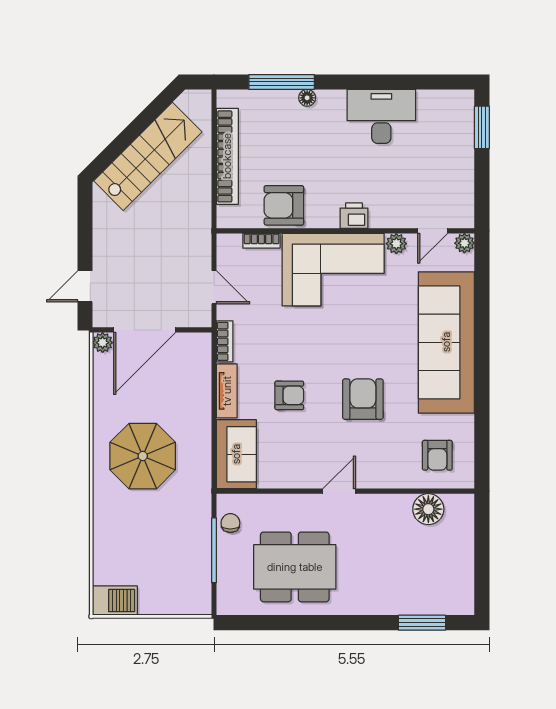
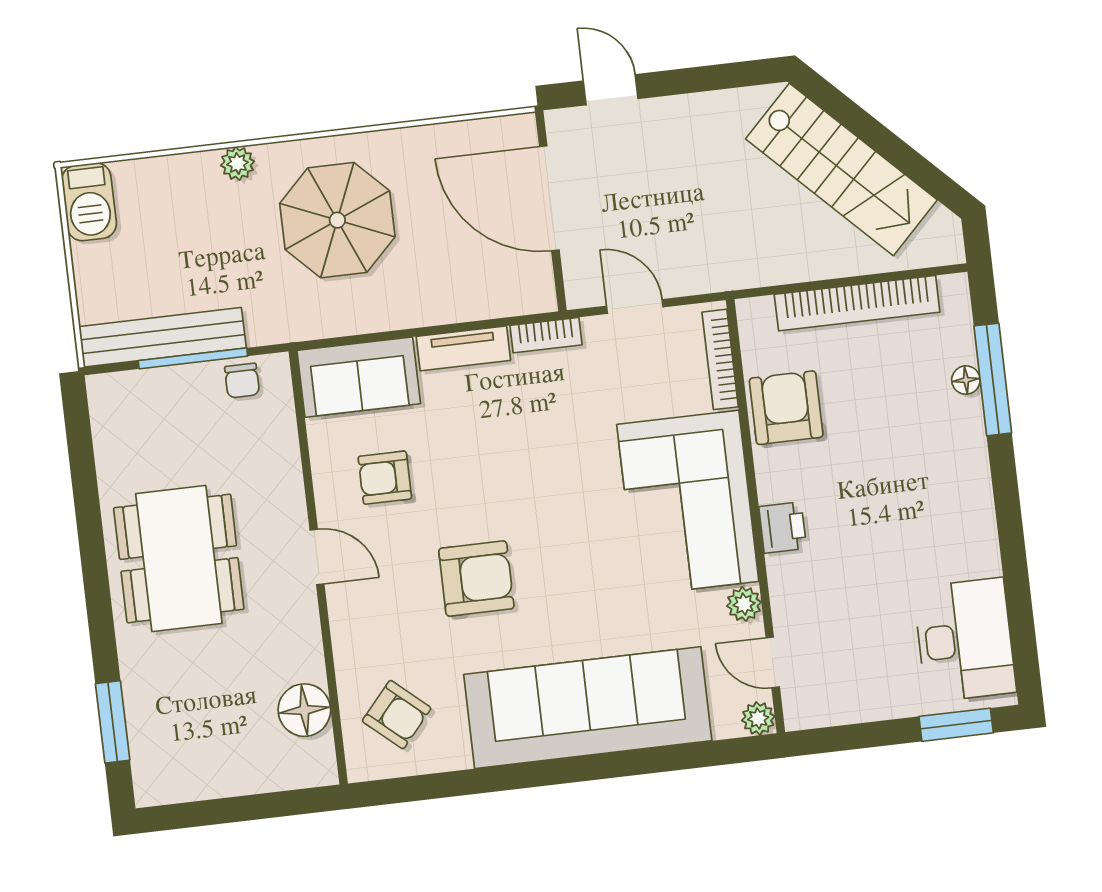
floor lamp: (307, 98) -> (966, 380), moved
desk: (381, 116) -> (965, 640), moved
bookcase: (261, 241) -> (720, 359), width x1.56
door: (214, 287) -> (635, 306), swing flipped
plant: (103, 343) -> (238, 163), moved
armchair: (289, 395) -> (385, 478), moved, turned 90
armchair: (437, 455) -> (397, 715), turned -139
chair: (230, 523) -> (242, 381), turned 90
bench: (199, 567) -> (163, 337), added
dining table: (295, 567) -> (179, 559), moved

